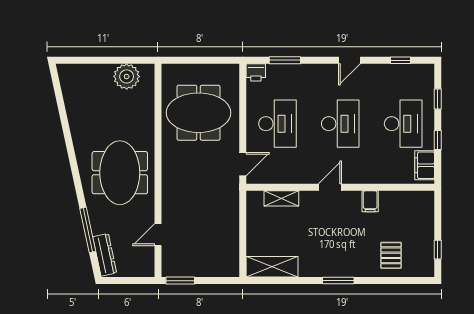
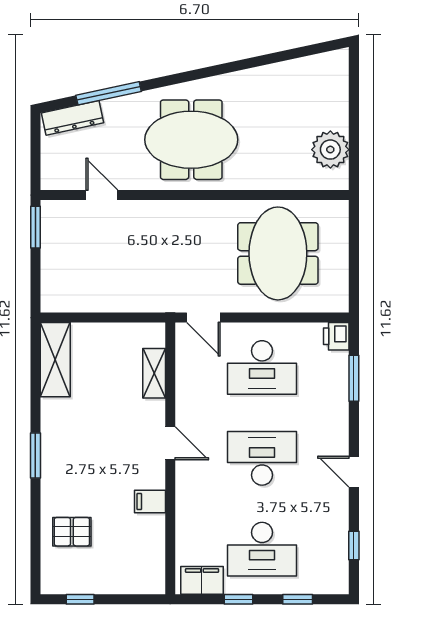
desk: (340, 124) -> (262, 458), turned 180

